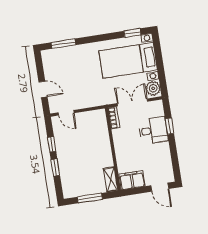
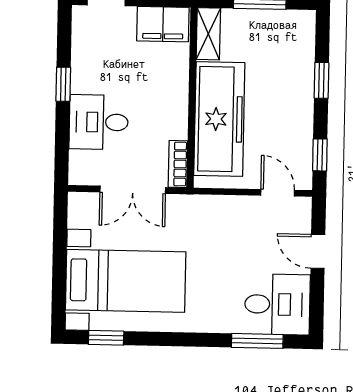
desk: (57, 62) -> (277, 304), added
plant: (153, 88) -> (83, 212), removed
window: (170, 126) -> (63, 84), moved
freezer: (99, 142) -> (219, 119), added
window: (52, 144) -> (320, 155), moved

